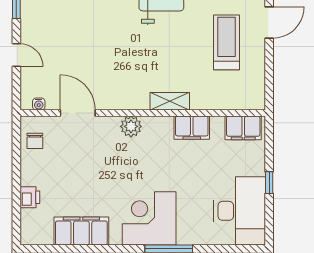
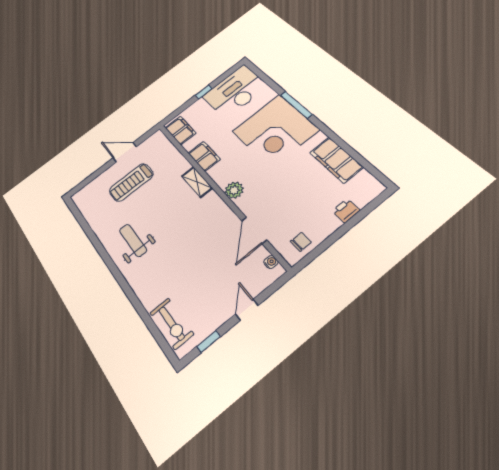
door: (269, 22) -> (125, 152), moved
corner desk: (149, 218) -> (275, 131), width x1.36, depth x1.36

